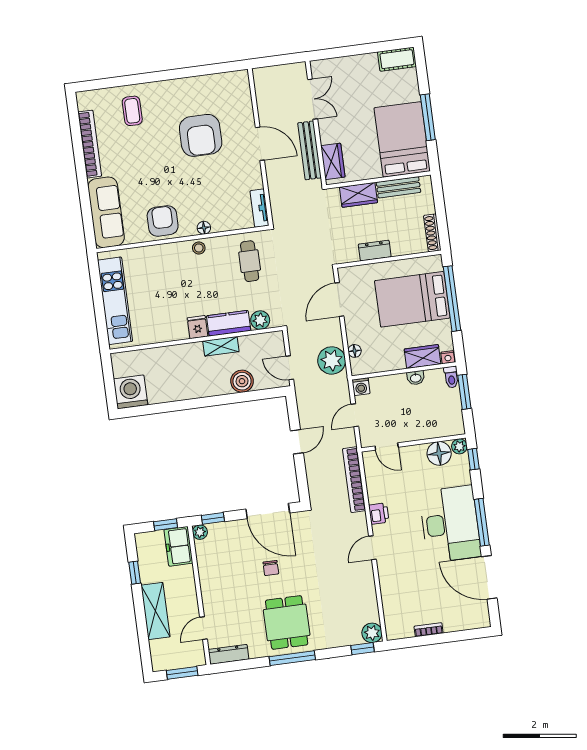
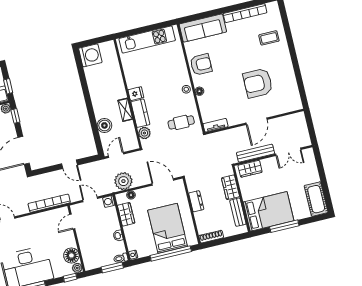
cot: (397, 59) -> (316, 199), width x1.37, depth x1.34
wardrobe: (423, 357) -> (126, 214), moved
printer: (379, 514) -> (29, 221), removed

